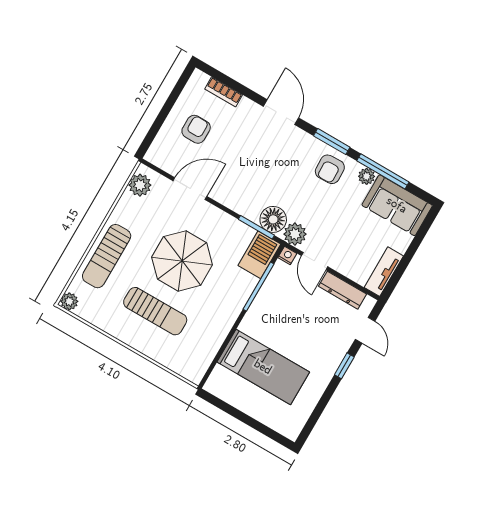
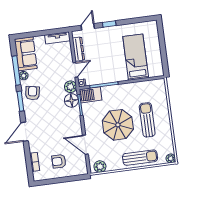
armchair: (330, 169) -> (32, 93), turned -78

